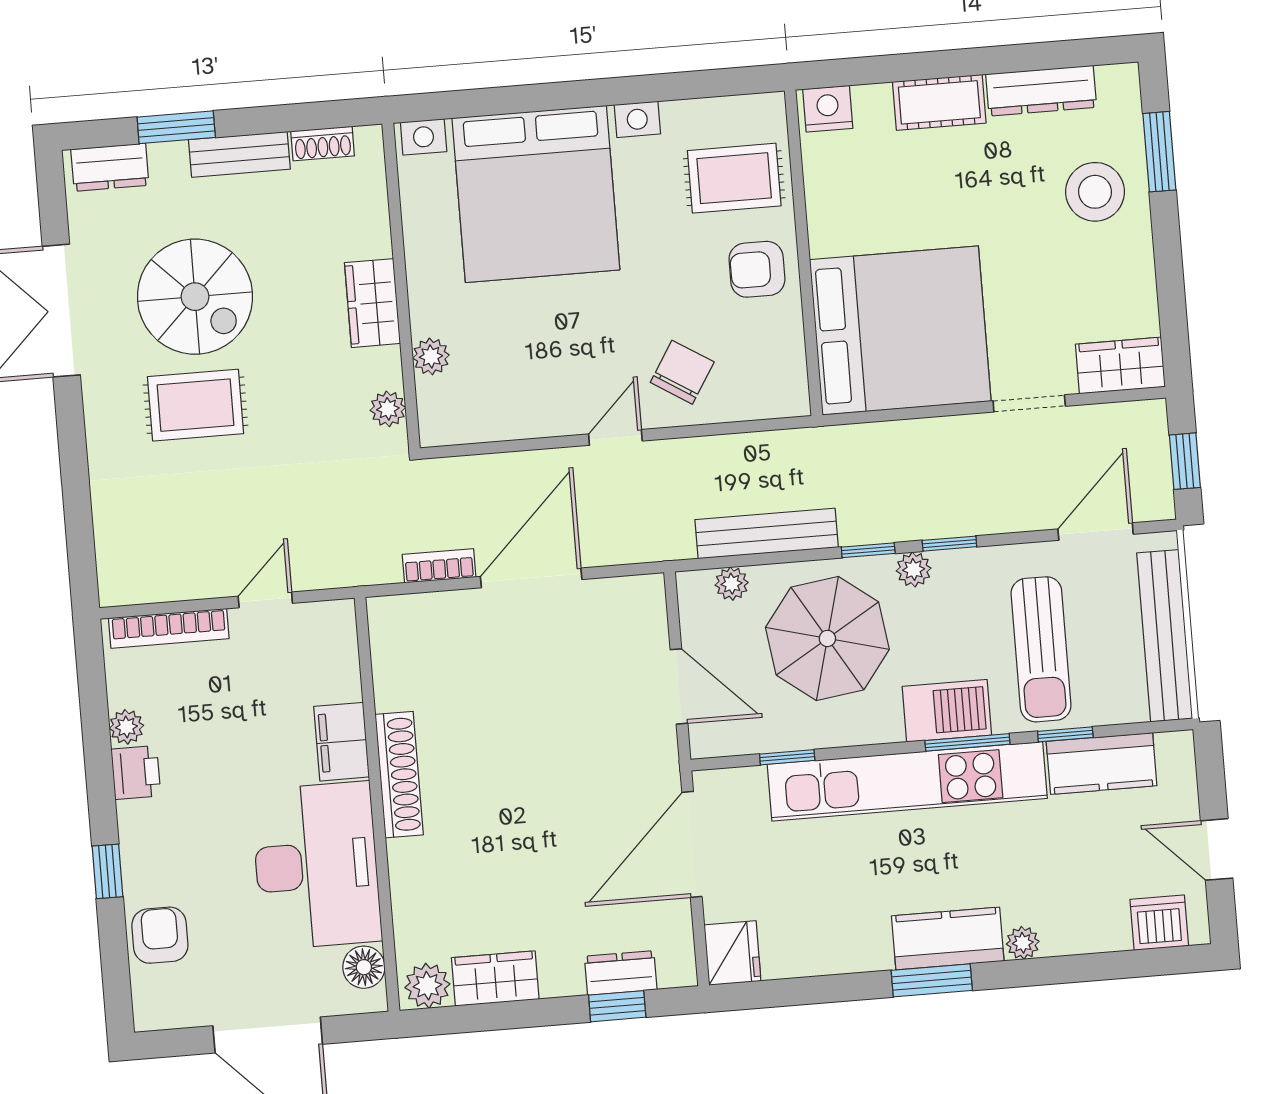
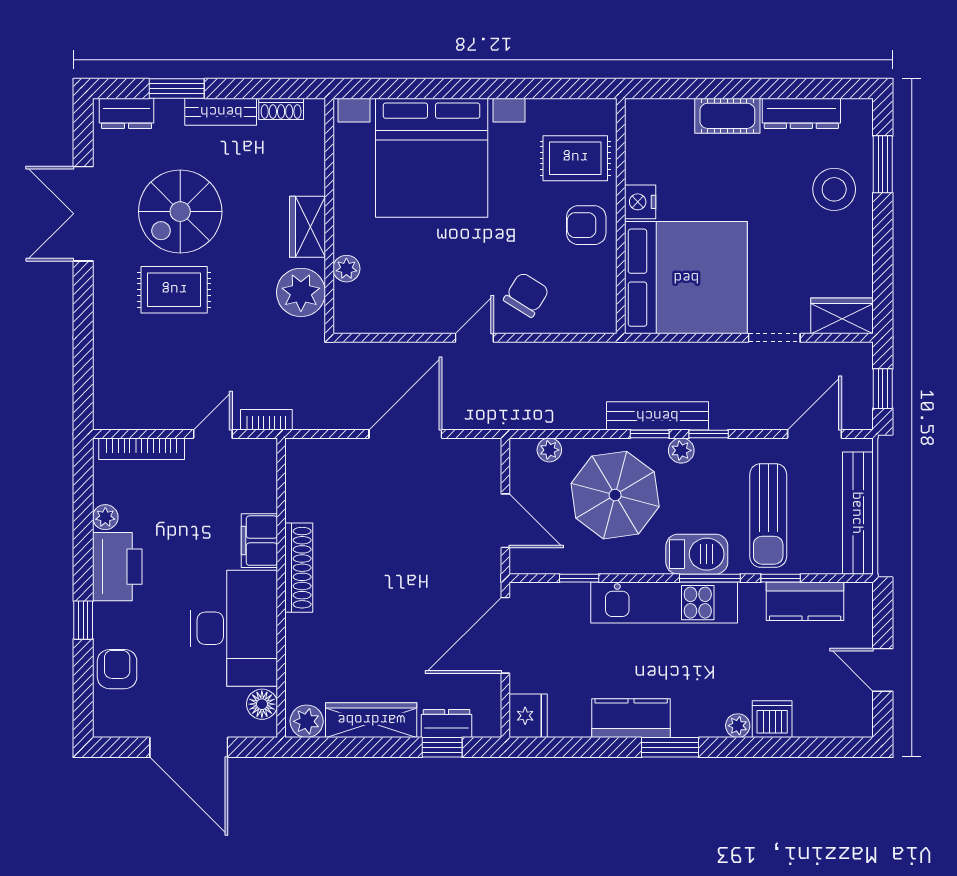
nightstand: (828, 109) -> (640, 202), moved, turned -90
spiral stairs: (195, 297) -> (180, 212), turned 90
plant: (388, 409) -> (301, 292), width x1.88, depth x1.88
bench: (767, 533) -> (657, 416), moved
bookcase: (439, 566) -> (266, 420), moved
printer: (136, 773) -> (117, 567), width x1.87, depth x1.48
kitchen unit: (907, 781) -> (664, 603), width x0.73
dishwasher: (1159, 923) -> (772, 719), moved
kitchen counter: (948, 938) -> (631, 718), moved
wardrobe: (495, 978) -> (371, 720), width x1.50

